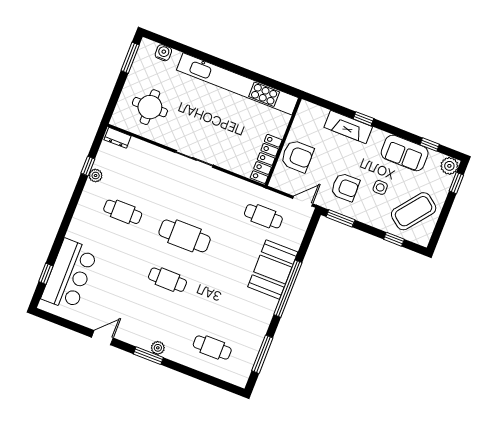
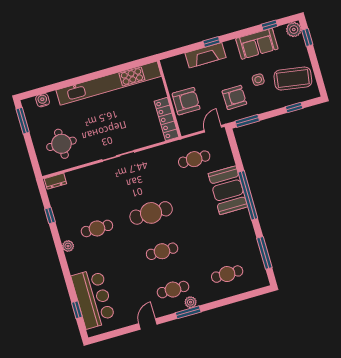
plant: (96, 176) -> (68, 246), moved
coffee table: (414, 211) -> (293, 79), turned 61
cafe table: (150, 323) -> (173, 290), added

